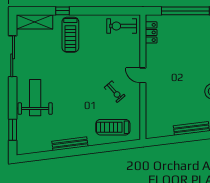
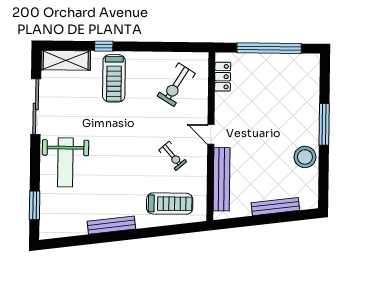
exercise bike: (122, 26) -> (176, 85), moved, turned -58
weight bench: (35, 98) -> (65, 162), turned 180
bench: (151, 109) -> (222, 179), added
treadmill: (113, 127) -> (170, 204), turned 180

